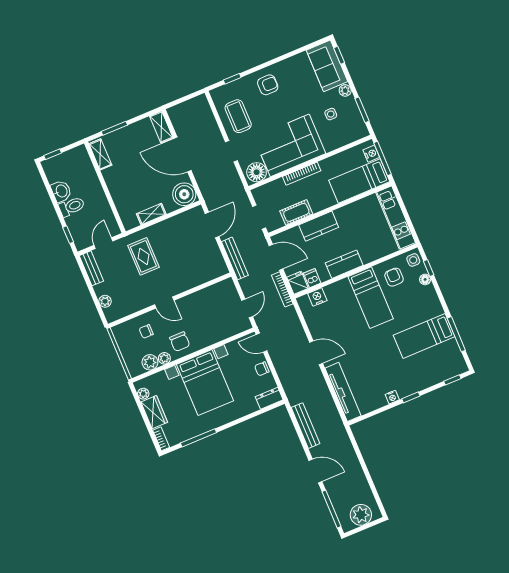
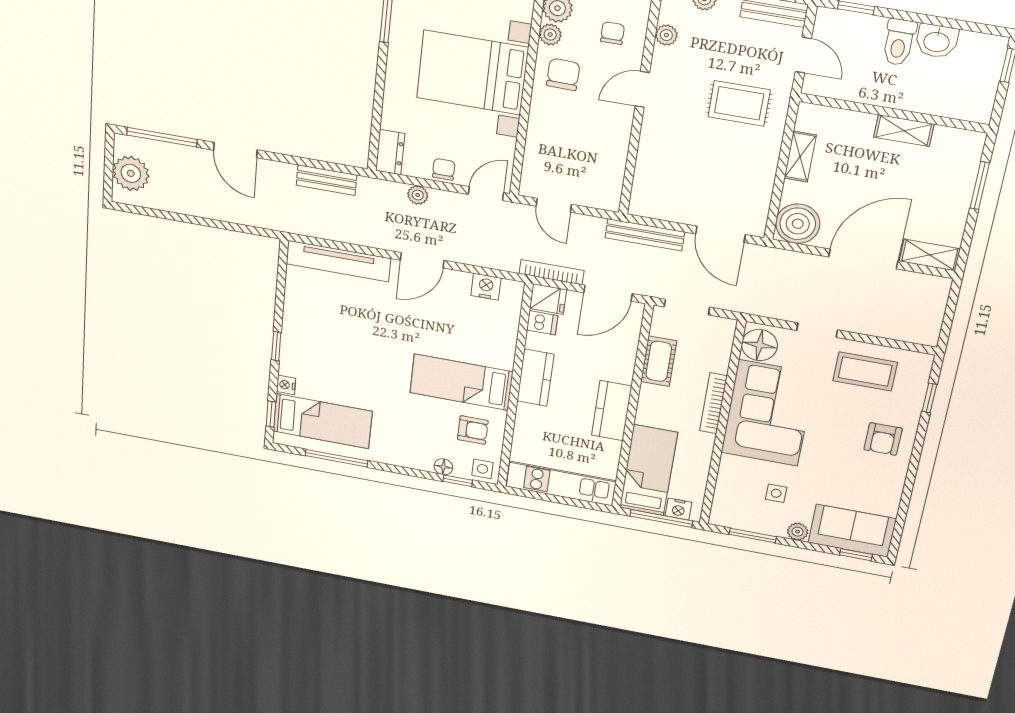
shelving: (100, 154) -> (904, 131), moved
kitchen counter: (319, 226) -> (612, 411), moved
nightstand: (317, 297) -> (486, 287), moved, turned -90
plant: (132, 307) -> (666, 35), added
bed: (424, 336) -> (322, 421), moved, turned 90
chair: (180, 342) -> (563, 74), turned 91
plant: (283, 374) -> (418, 195), added
nightstand: (392, 397) -> (286, 385), moved
bench: (305, 426) -> (327, 180), width x0.73
door: (315, 471) -> (235, 150), hinge flipped

